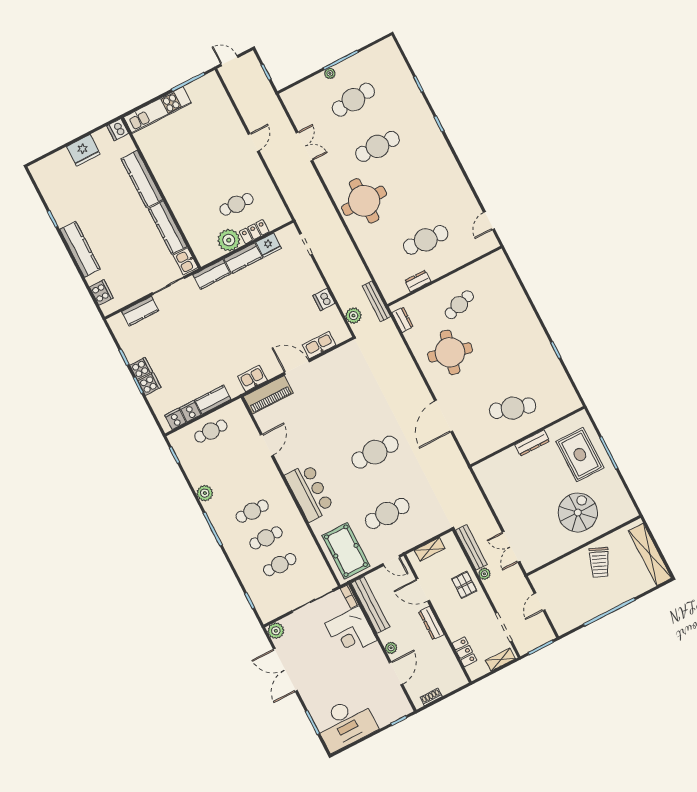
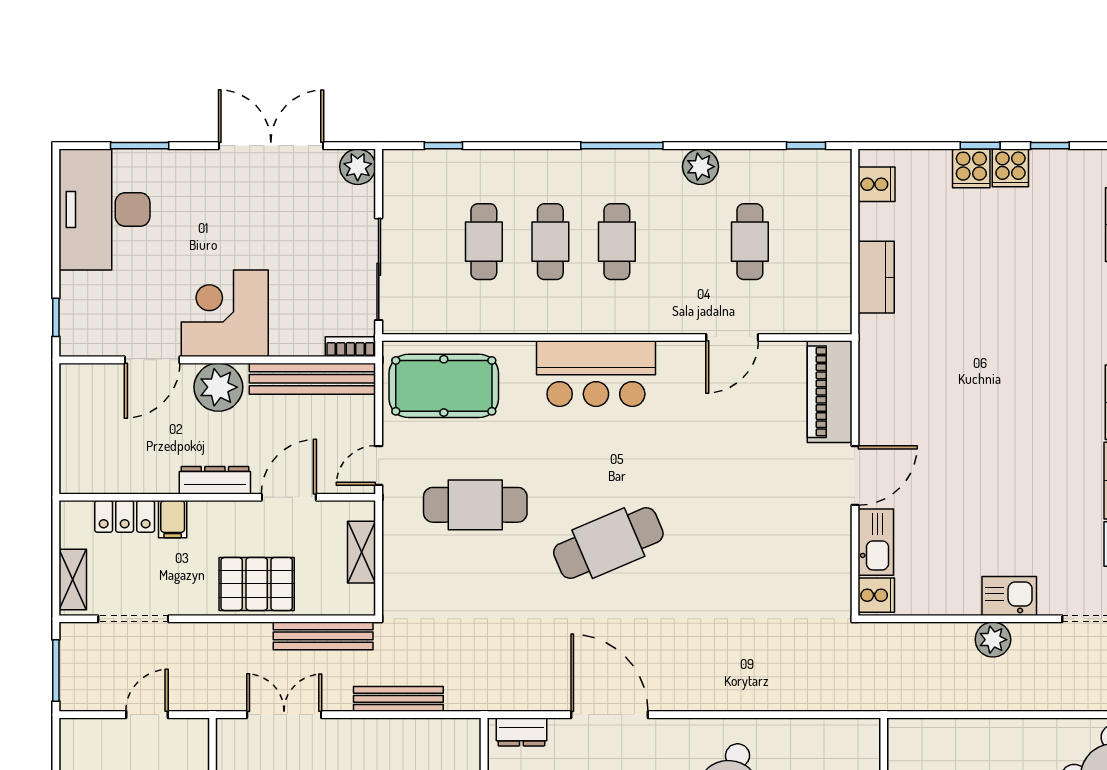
dishwasher: (324, 299) -> (960, 598), removed
bench: (376, 301) -> (398, 699), moved
plant: (354, 316) -> (993, 640), moved
dresser: (403, 320) -> (521, 732), moved
kitchen sink: (252, 378) -> (1009, 596), moved, turned -90
cooker: (190, 411) -> (876, 595), moved
cafe table: (211, 431) -> (750, 242), moved
door: (267, 445) -> (732, 337), hinge flipped
cafe table: (375, 452) -> (608, 543), turned 67
cafe table: (387, 513) -> (475, 505), turned 90
plant: (484, 574) -> (258, 635), removed
pallet: (464, 585) -> (257, 584), width x1.50, depth x1.42
door: (539, 602) -> (147, 715), hinge flipped
corner desk: (351, 632) -> (225, 313), moved
filing cabinet: (456, 632) -> (173, 519), added
plant: (391, 648) -> (218, 387), width x1.88, depth x1.88
door: (396, 673) -> (152, 360), hinge flipped
shoe rack: (431, 697) -> (70, 405), removed

